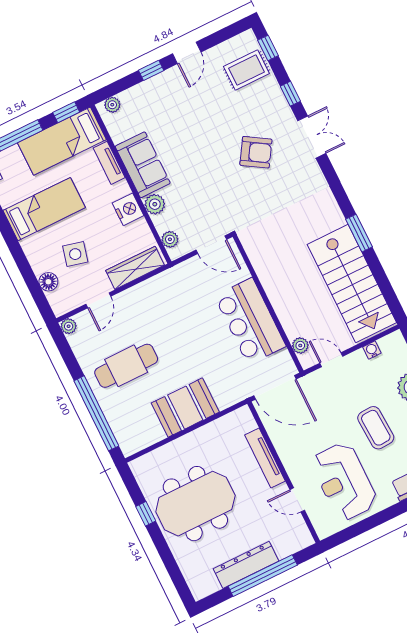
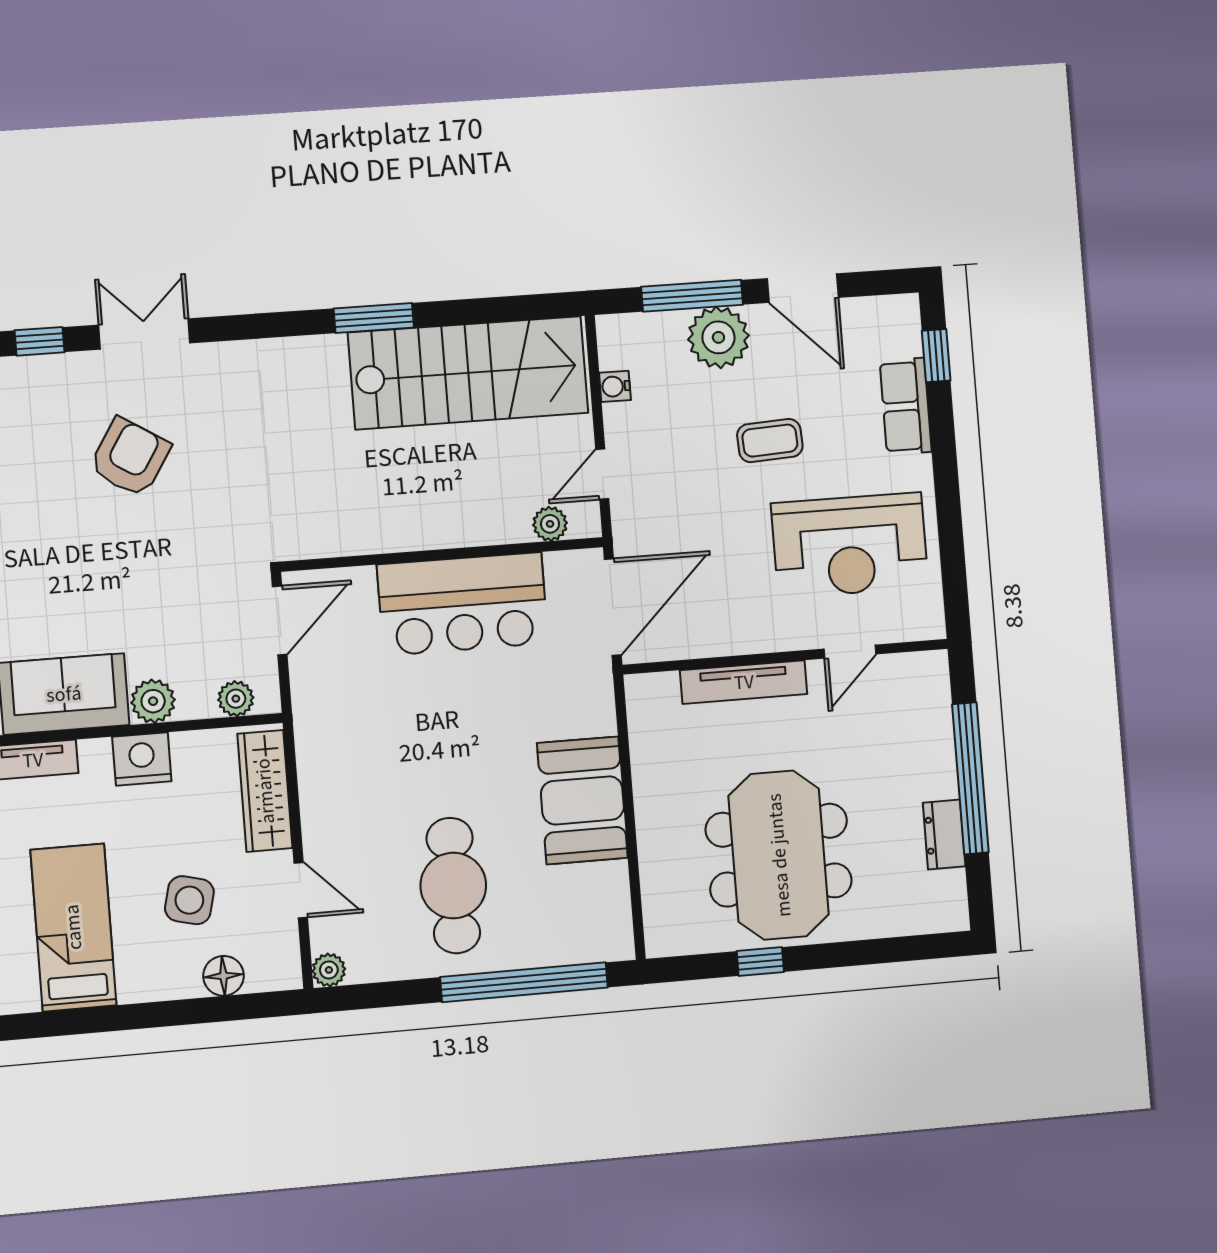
coffee table: (376, 428) -> (770, 441), width x0.73, depth x0.77
dresser: (246, 565) -> (944, 835), width x0.51, depth x0.80

